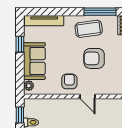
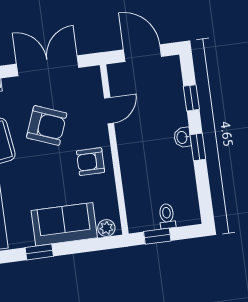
armchair: (94, 58) -> (47, 125), turned -69
door: (87, 96) -> (109, 111), moved

